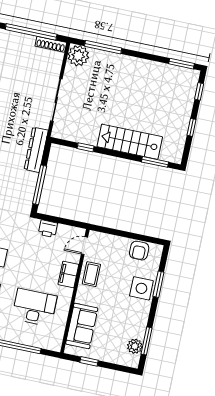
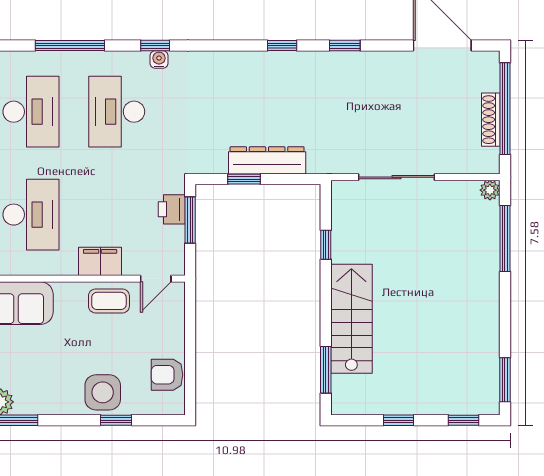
shoe rack: (51, 44) -> (491, 120), moved
plant: (78, 56) -> (490, 190), width x0.53, depth x0.53
dresser: (36, 150) -> (267, 160), moved
window: (40, 185) -> (244, 179), width x0.46
window: (56, 220) -> (190, 220), added
door: (85, 246) -> (156, 279), swing flipped
window: (158, 284) -> (116, 420), width x0.67

